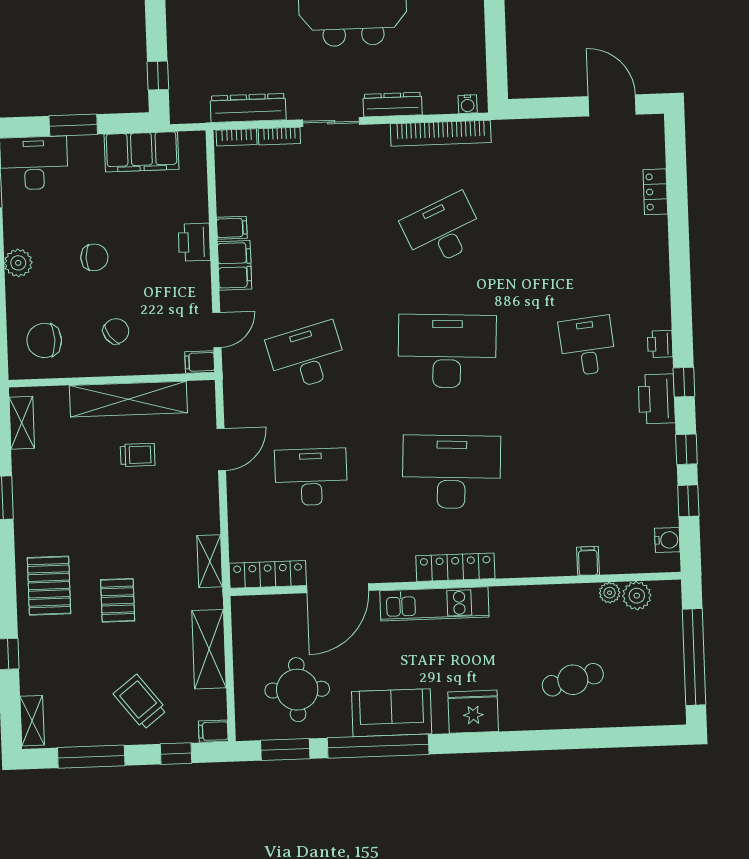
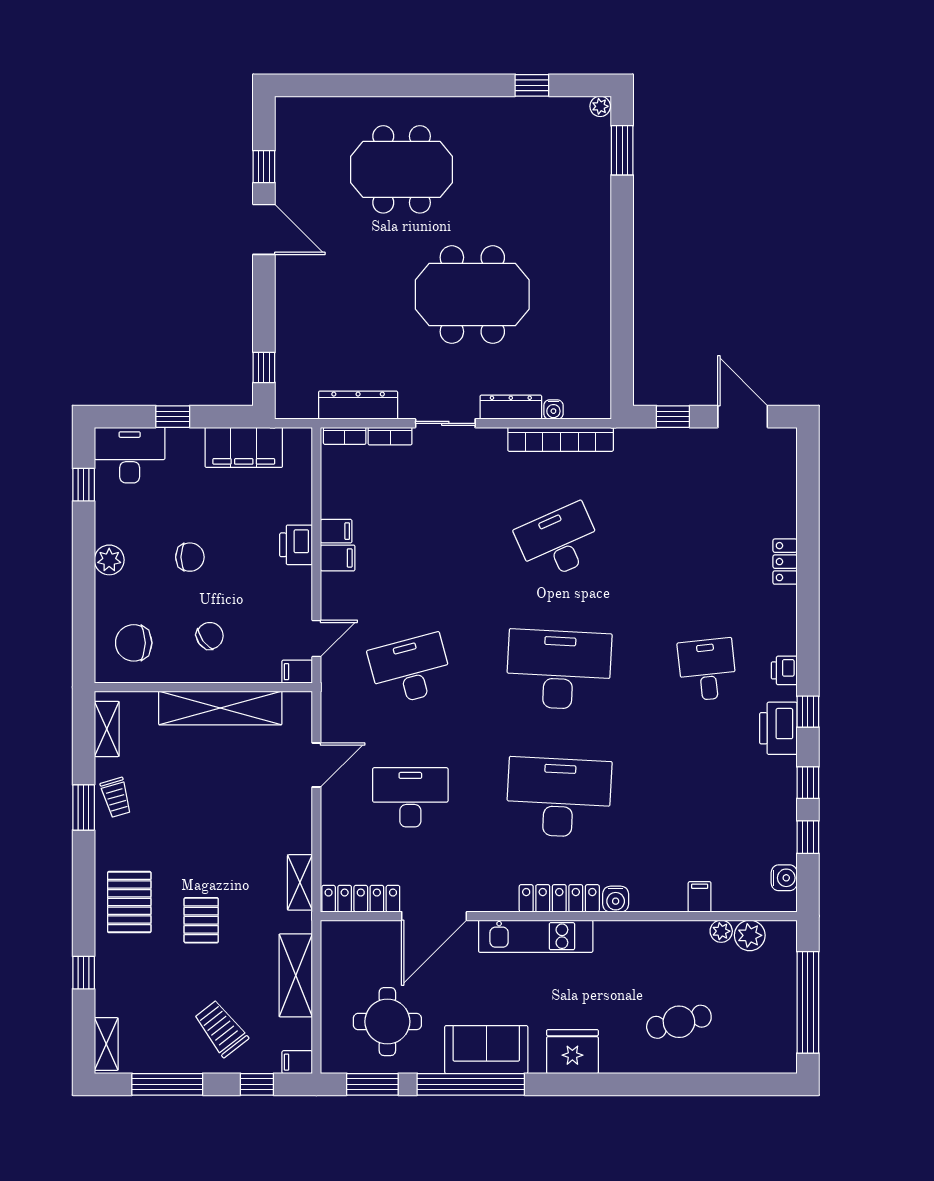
water cooler: (468, 104) -> (553, 410), moved
window: (546, 108) -> (673, 417), added
window: (73, 125) -> (173, 417), width x0.67
locker: (655, 192) -> (785, 562), moved
filing cabinet: (235, 265) -> (338, 558), width x0.50
trolley: (138, 455) -> (116, 797), moved, turned 74
water cooler: (509, 566) -> (616, 899), added

